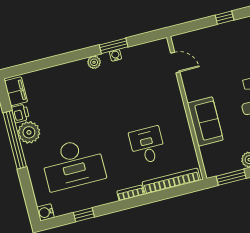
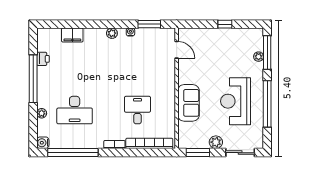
window: (114, 46) -> (149, 24), moved
filing cabinet: (16, 91) -> (72, 35), moved, turned 90
plant: (29, 132) -> (42, 113), moved, width x0.53, depth x0.53
desk: (73, 164) -> (75, 110), width x0.73, depth x0.77
window: (84, 215) -> (73, 153), width x3.17

